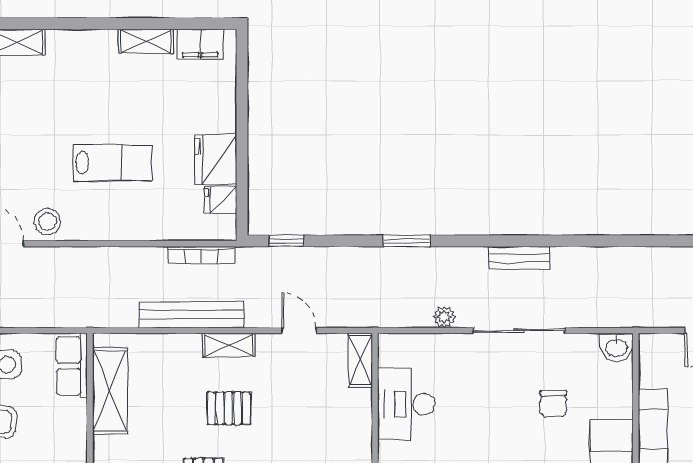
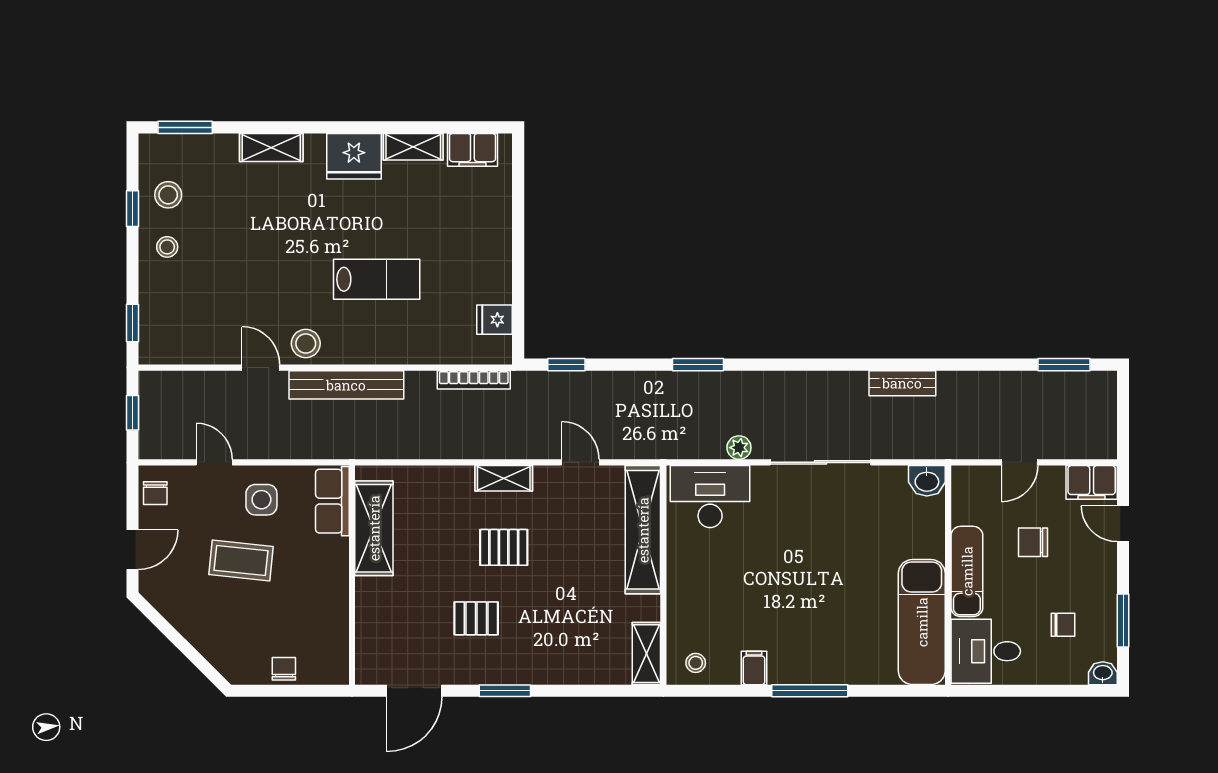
fridge: (216, 159) -> (354, 156), moved, turned -90
bench: (519, 258) -> (902, 383), moved
bench: (191, 315) -> (346, 385), moved
shelving: (360, 360) -> (643, 530), width x2.20, depth x1.33
chair: (553, 403) -> (858, 542), removed
desk: (406, 404) -> (710, 497), moved, turned 90

